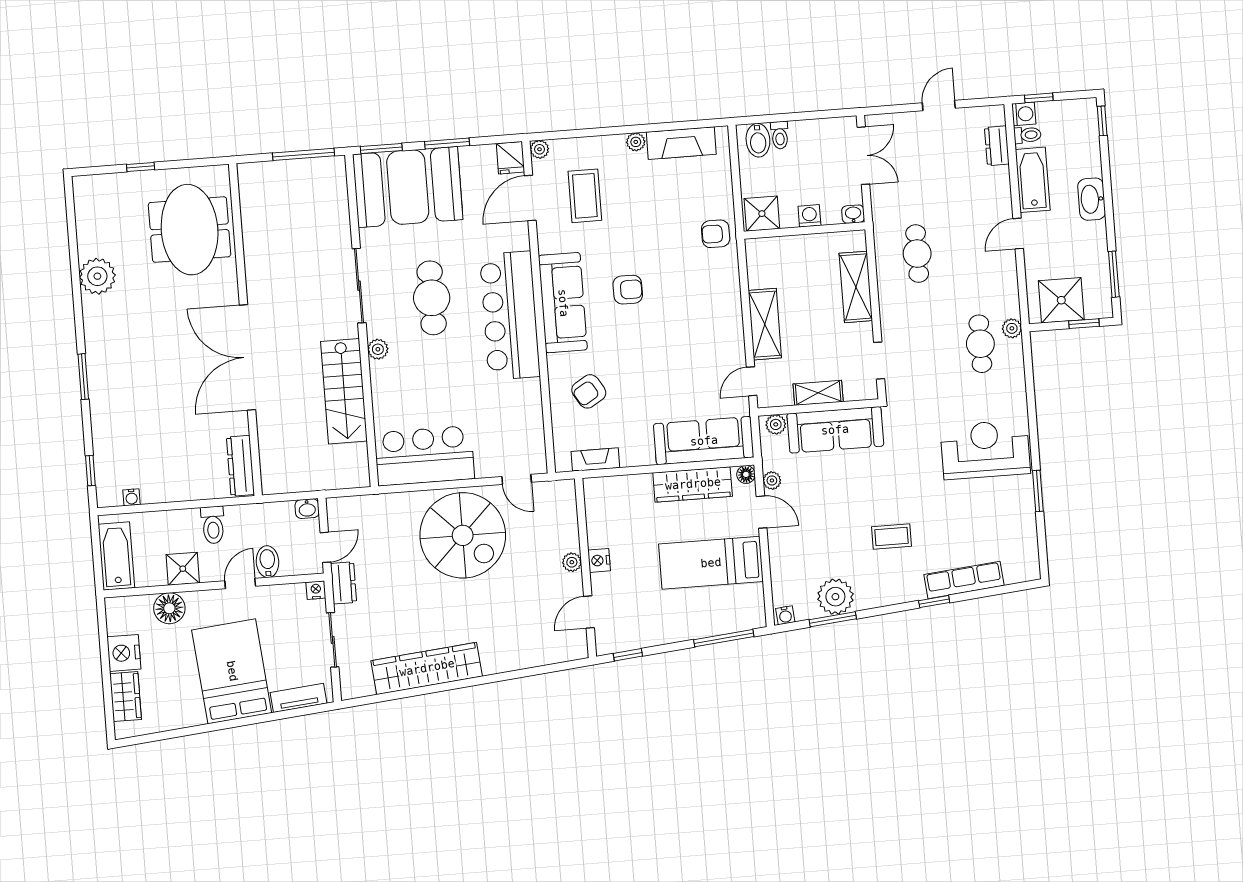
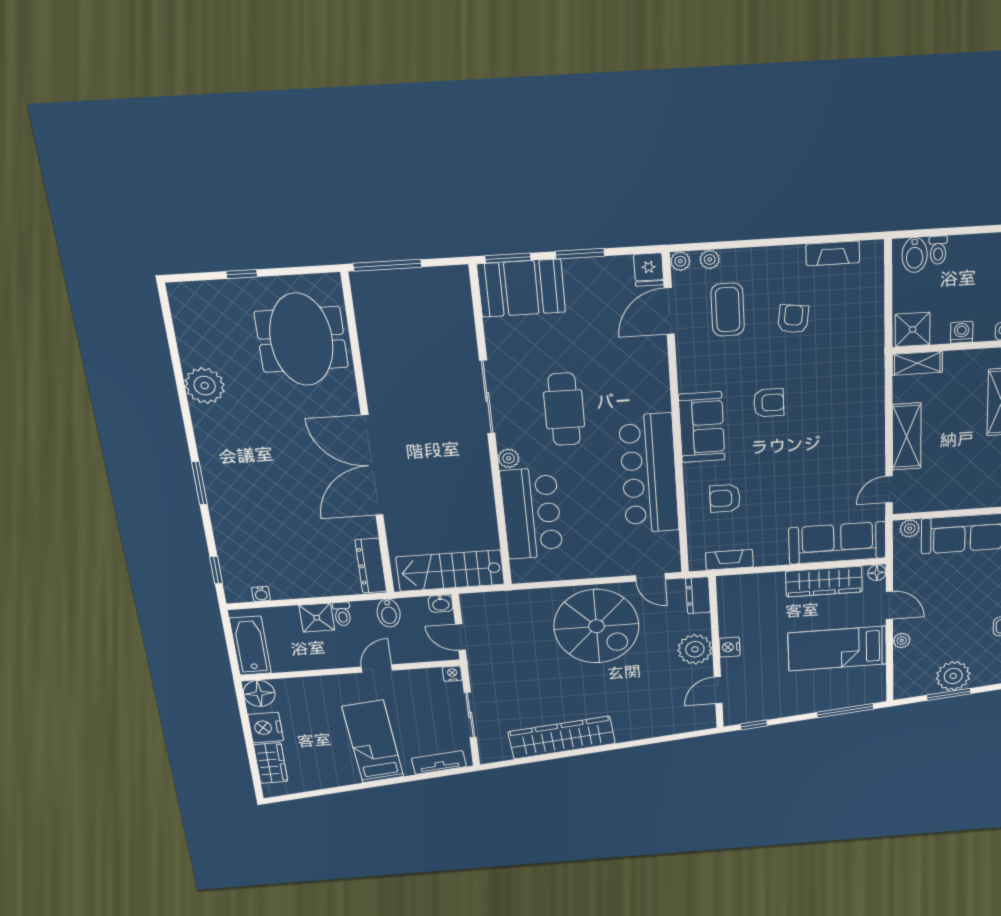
plant: (636, 142) -> (710, 259), moved
fireplace: (681, 143) -> (833, 253), width x0.73, depth x0.76
window: (303, 154) -> (387, 265), moved
booth: (408, 187) -> (521, 288), width x0.73, depth x0.70
armchair: (716, 234) -> (793, 319), moved, turned 97
sofa: (563, 303) -> (702, 427), width x0.73
bar counter: (510, 316) -> (649, 474), moved
stairs: (344, 391) -> (450, 571), moved, turned 90
armchair: (589, 391) -> (725, 498), turned 31
shelving: (818, 393) -> (917, 363), moved
bar counter: (424, 456) -> (532, 514), moved, turned 90
plant: (772, 480) -> (902, 641), moved
toilet: (213, 525) -> (342, 614), width x0.73, depth x0.72
door: (326, 547) -> (460, 637), swing flipped
bidet: (267, 562) -> (389, 613), moved, turned 180
plant: (572, 562) -> (695, 649), width x1.87, depth x1.87
shower: (183, 569) -> (317, 618), moved
dresser: (343, 583) -> (698, 595), moved, turned 180
floor lamp: (169, 608) -> (259, 693), moved
water cooler: (785, 615) -> (905, 691), removed
bed: (232, 671) -> (373, 742), width x0.67

